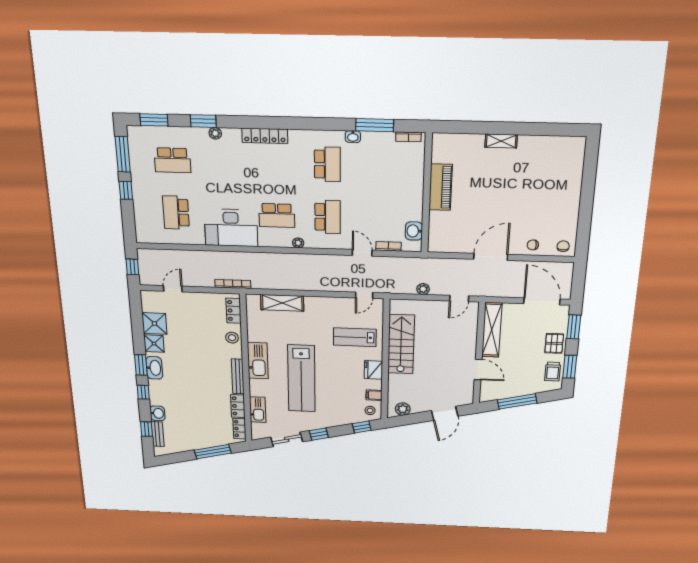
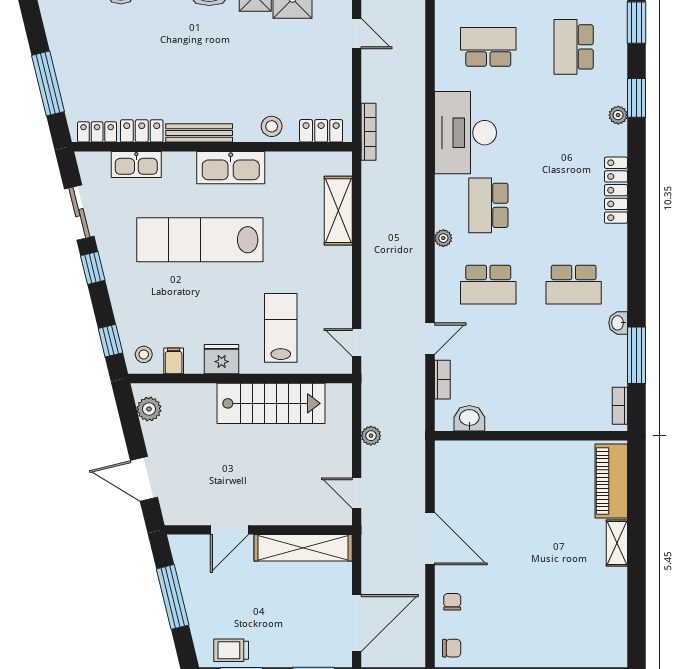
piano: (441, 187) -> (611, 481), moved, turned 90
pallet: (554, 343) -> (283, 648), removed

